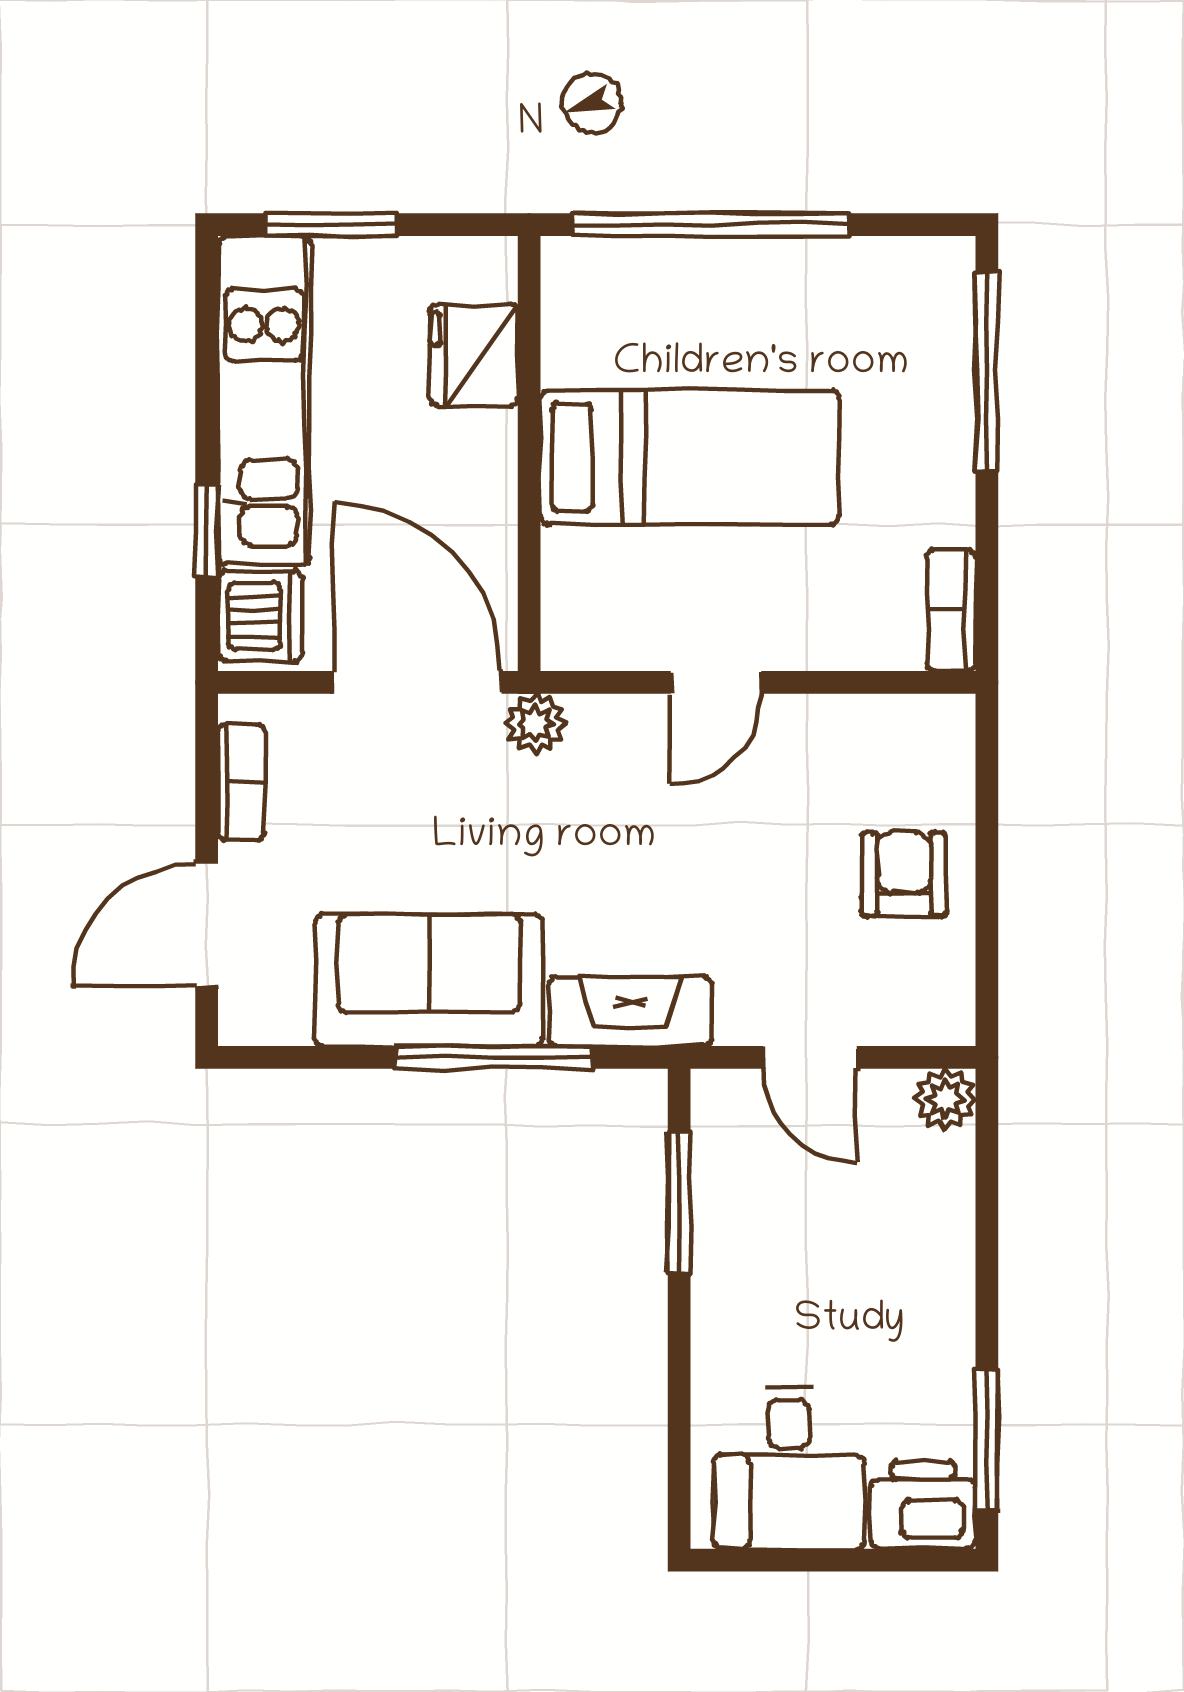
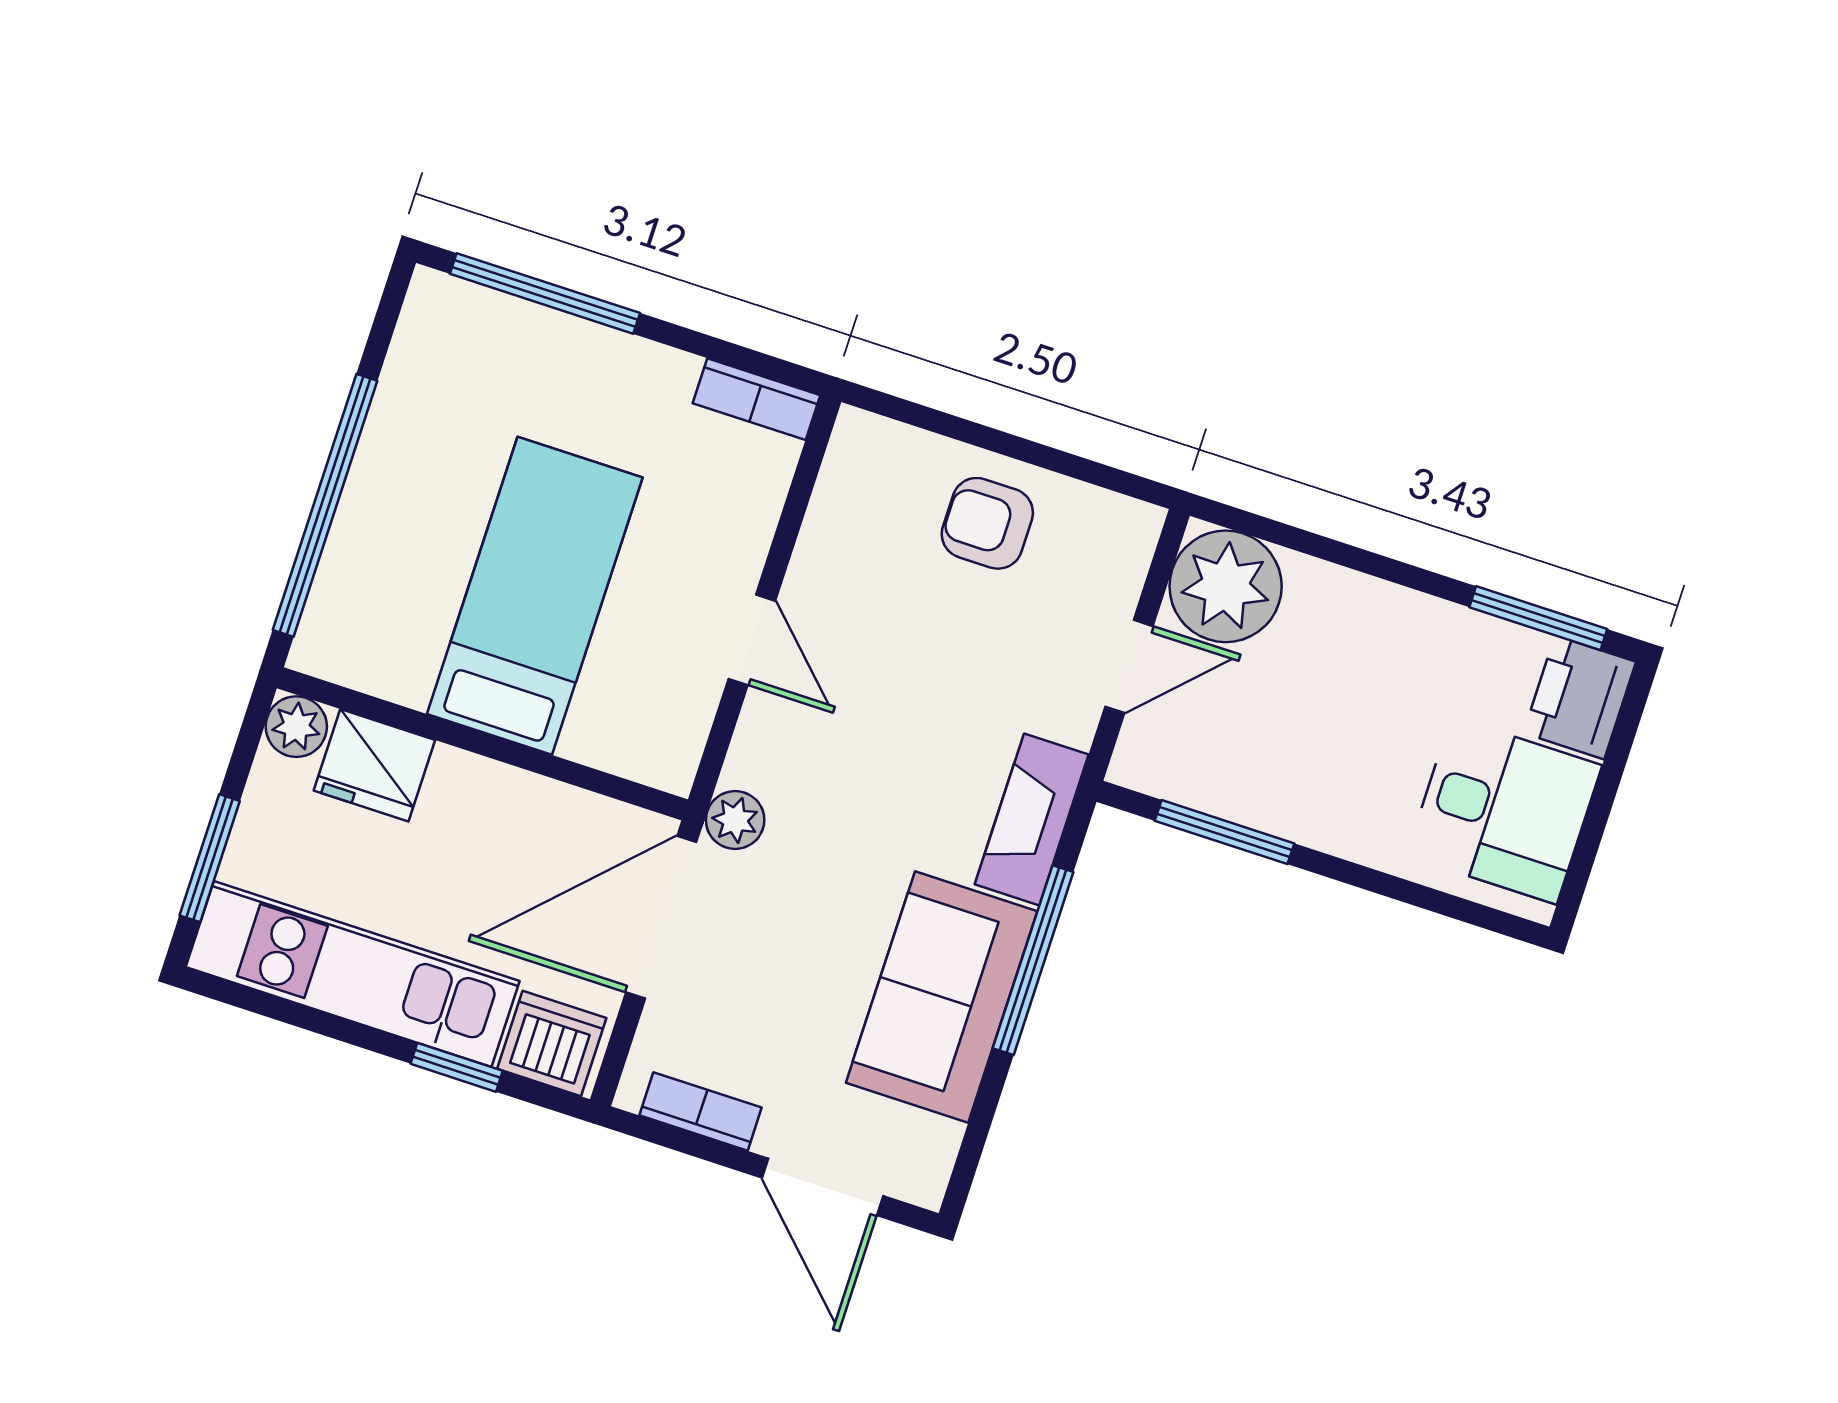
plant: (487, 267) -> (296, 727), added
plant: (945, 1099) -> (1226, 586), width x1.87, depth x1.87

